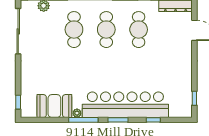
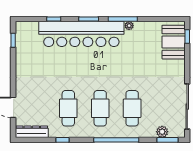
booth: (54, 106) -> (174, 42), moved, turned 90

